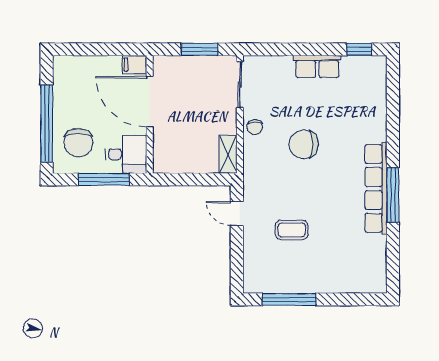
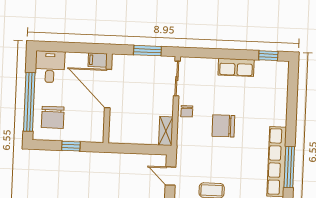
desk: (126, 154) -> (50, 67), moved, turned -90
window: (104, 179) -> (71, 146), width x0.46

